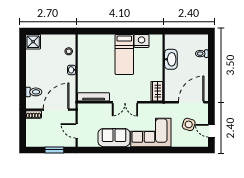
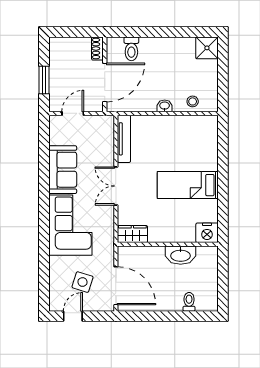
nightstand: (142, 41) -> (207, 233), moved, turned 90
door: (56, 110) -> (105, 82), hinge flipped

